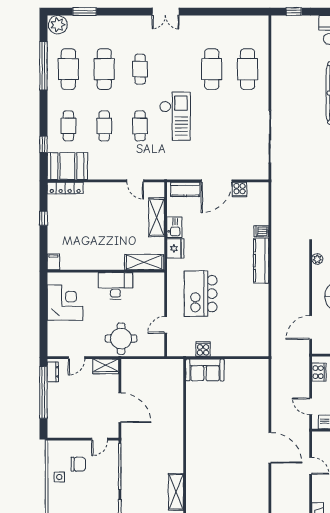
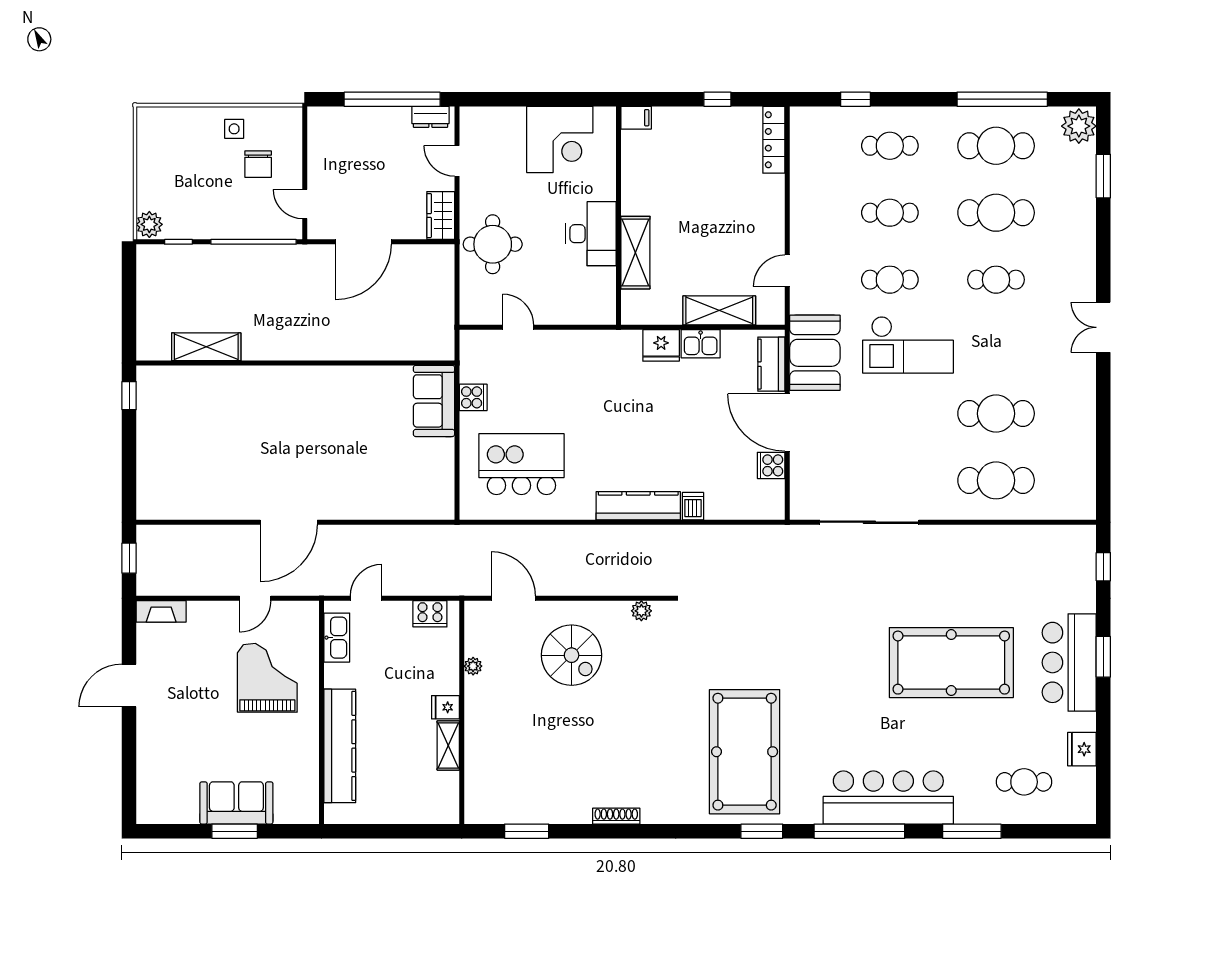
booth: (67, 166) -> (815, 353), moved
shelving: (144, 262) -> (635, 253), moved
kitchen island: (201, 294) -> (521, 464), moved

